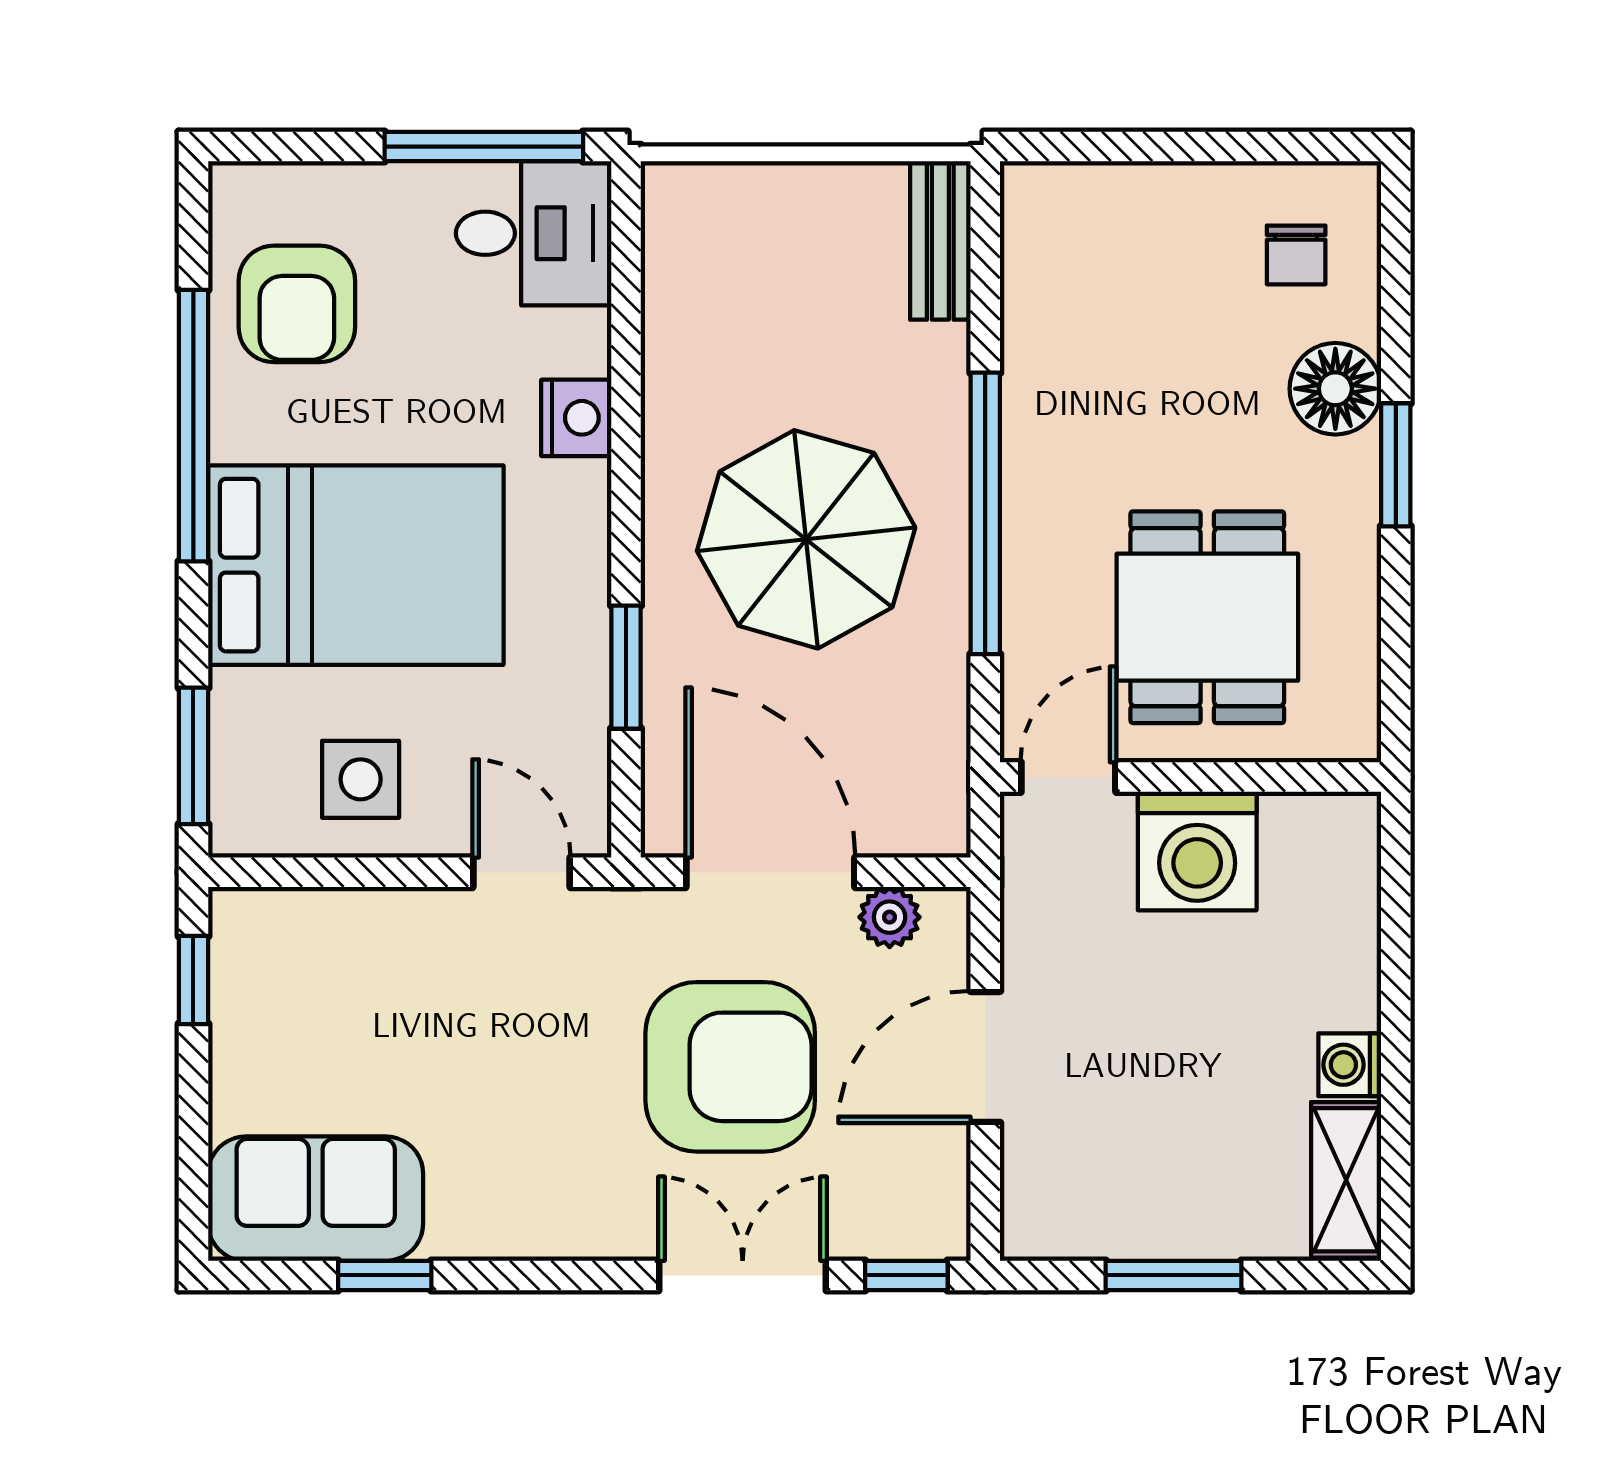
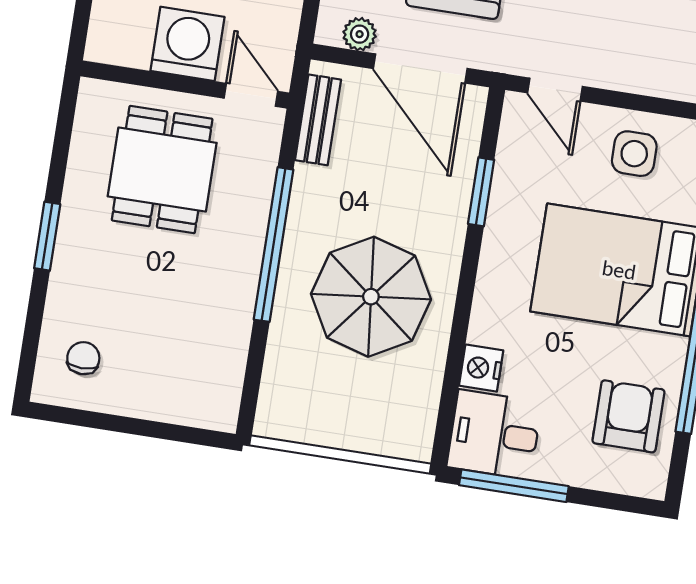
bench: (940, 240) -> (318, 120), moved
floor lamp: (1335, 389) -> (73, 282), removed
nightstand: (576, 418) -> (481, 368), moved
parasol: (806, 539) -> (371, 297), moved
door: (1068, 777) -> (251, 95), swing flipped

